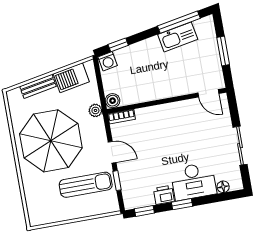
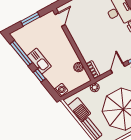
kitchen sink: (178, 37) -> (39, 61), moved
window: (118, 45) -> (39, 76), moved
boiler: (113, 101) -> (79, 67), moved

